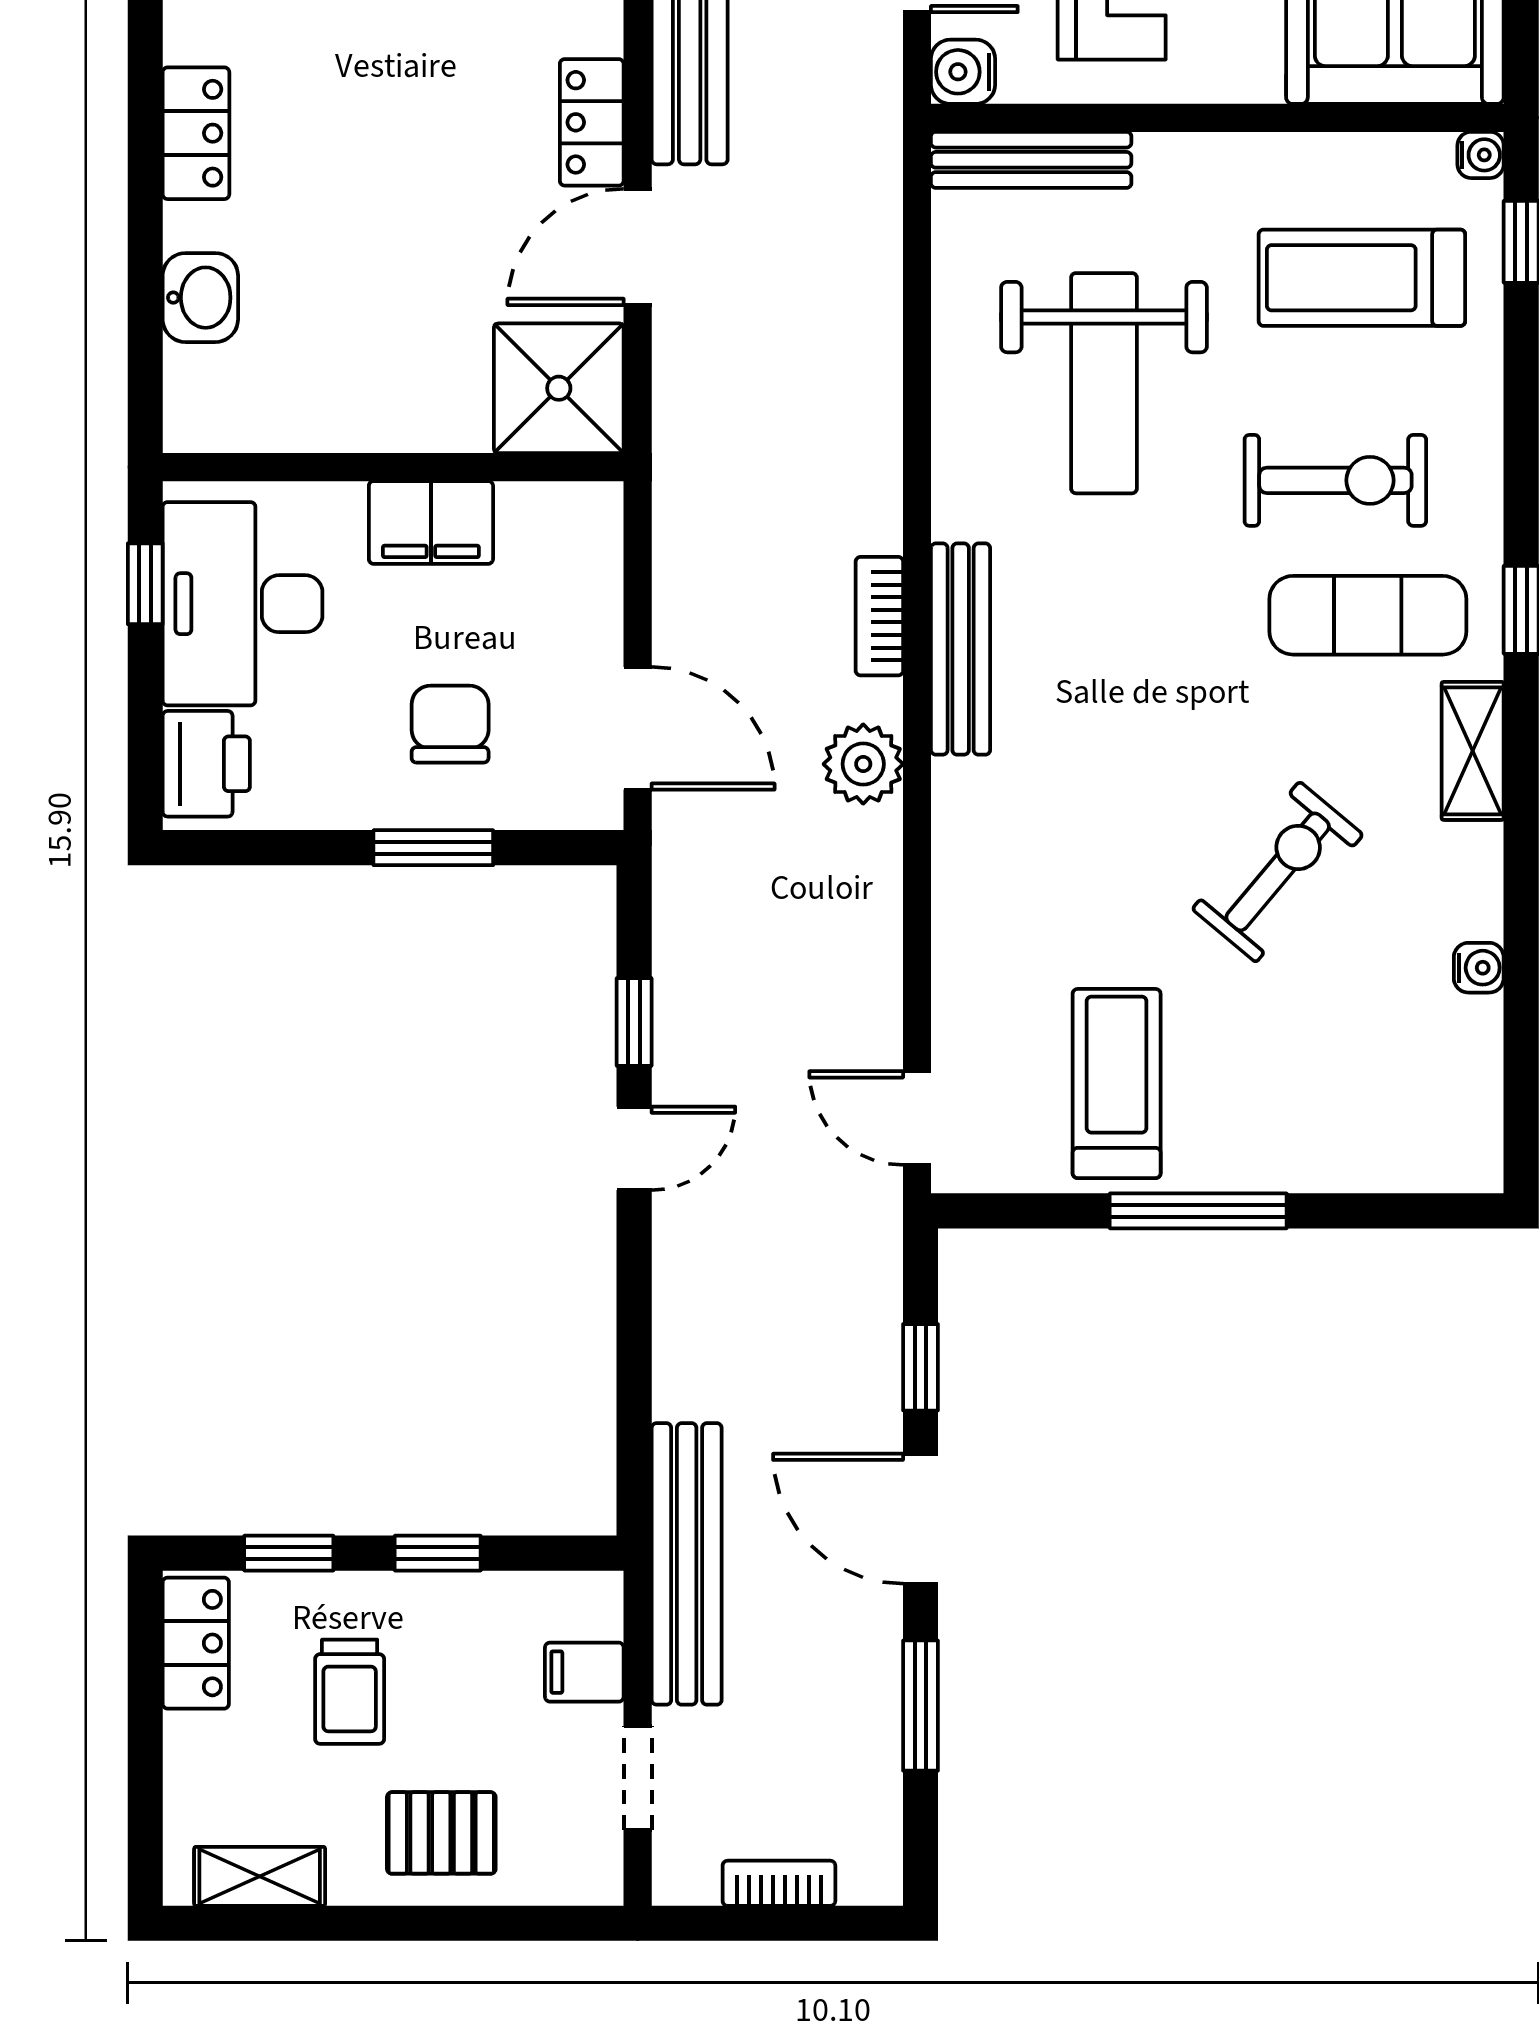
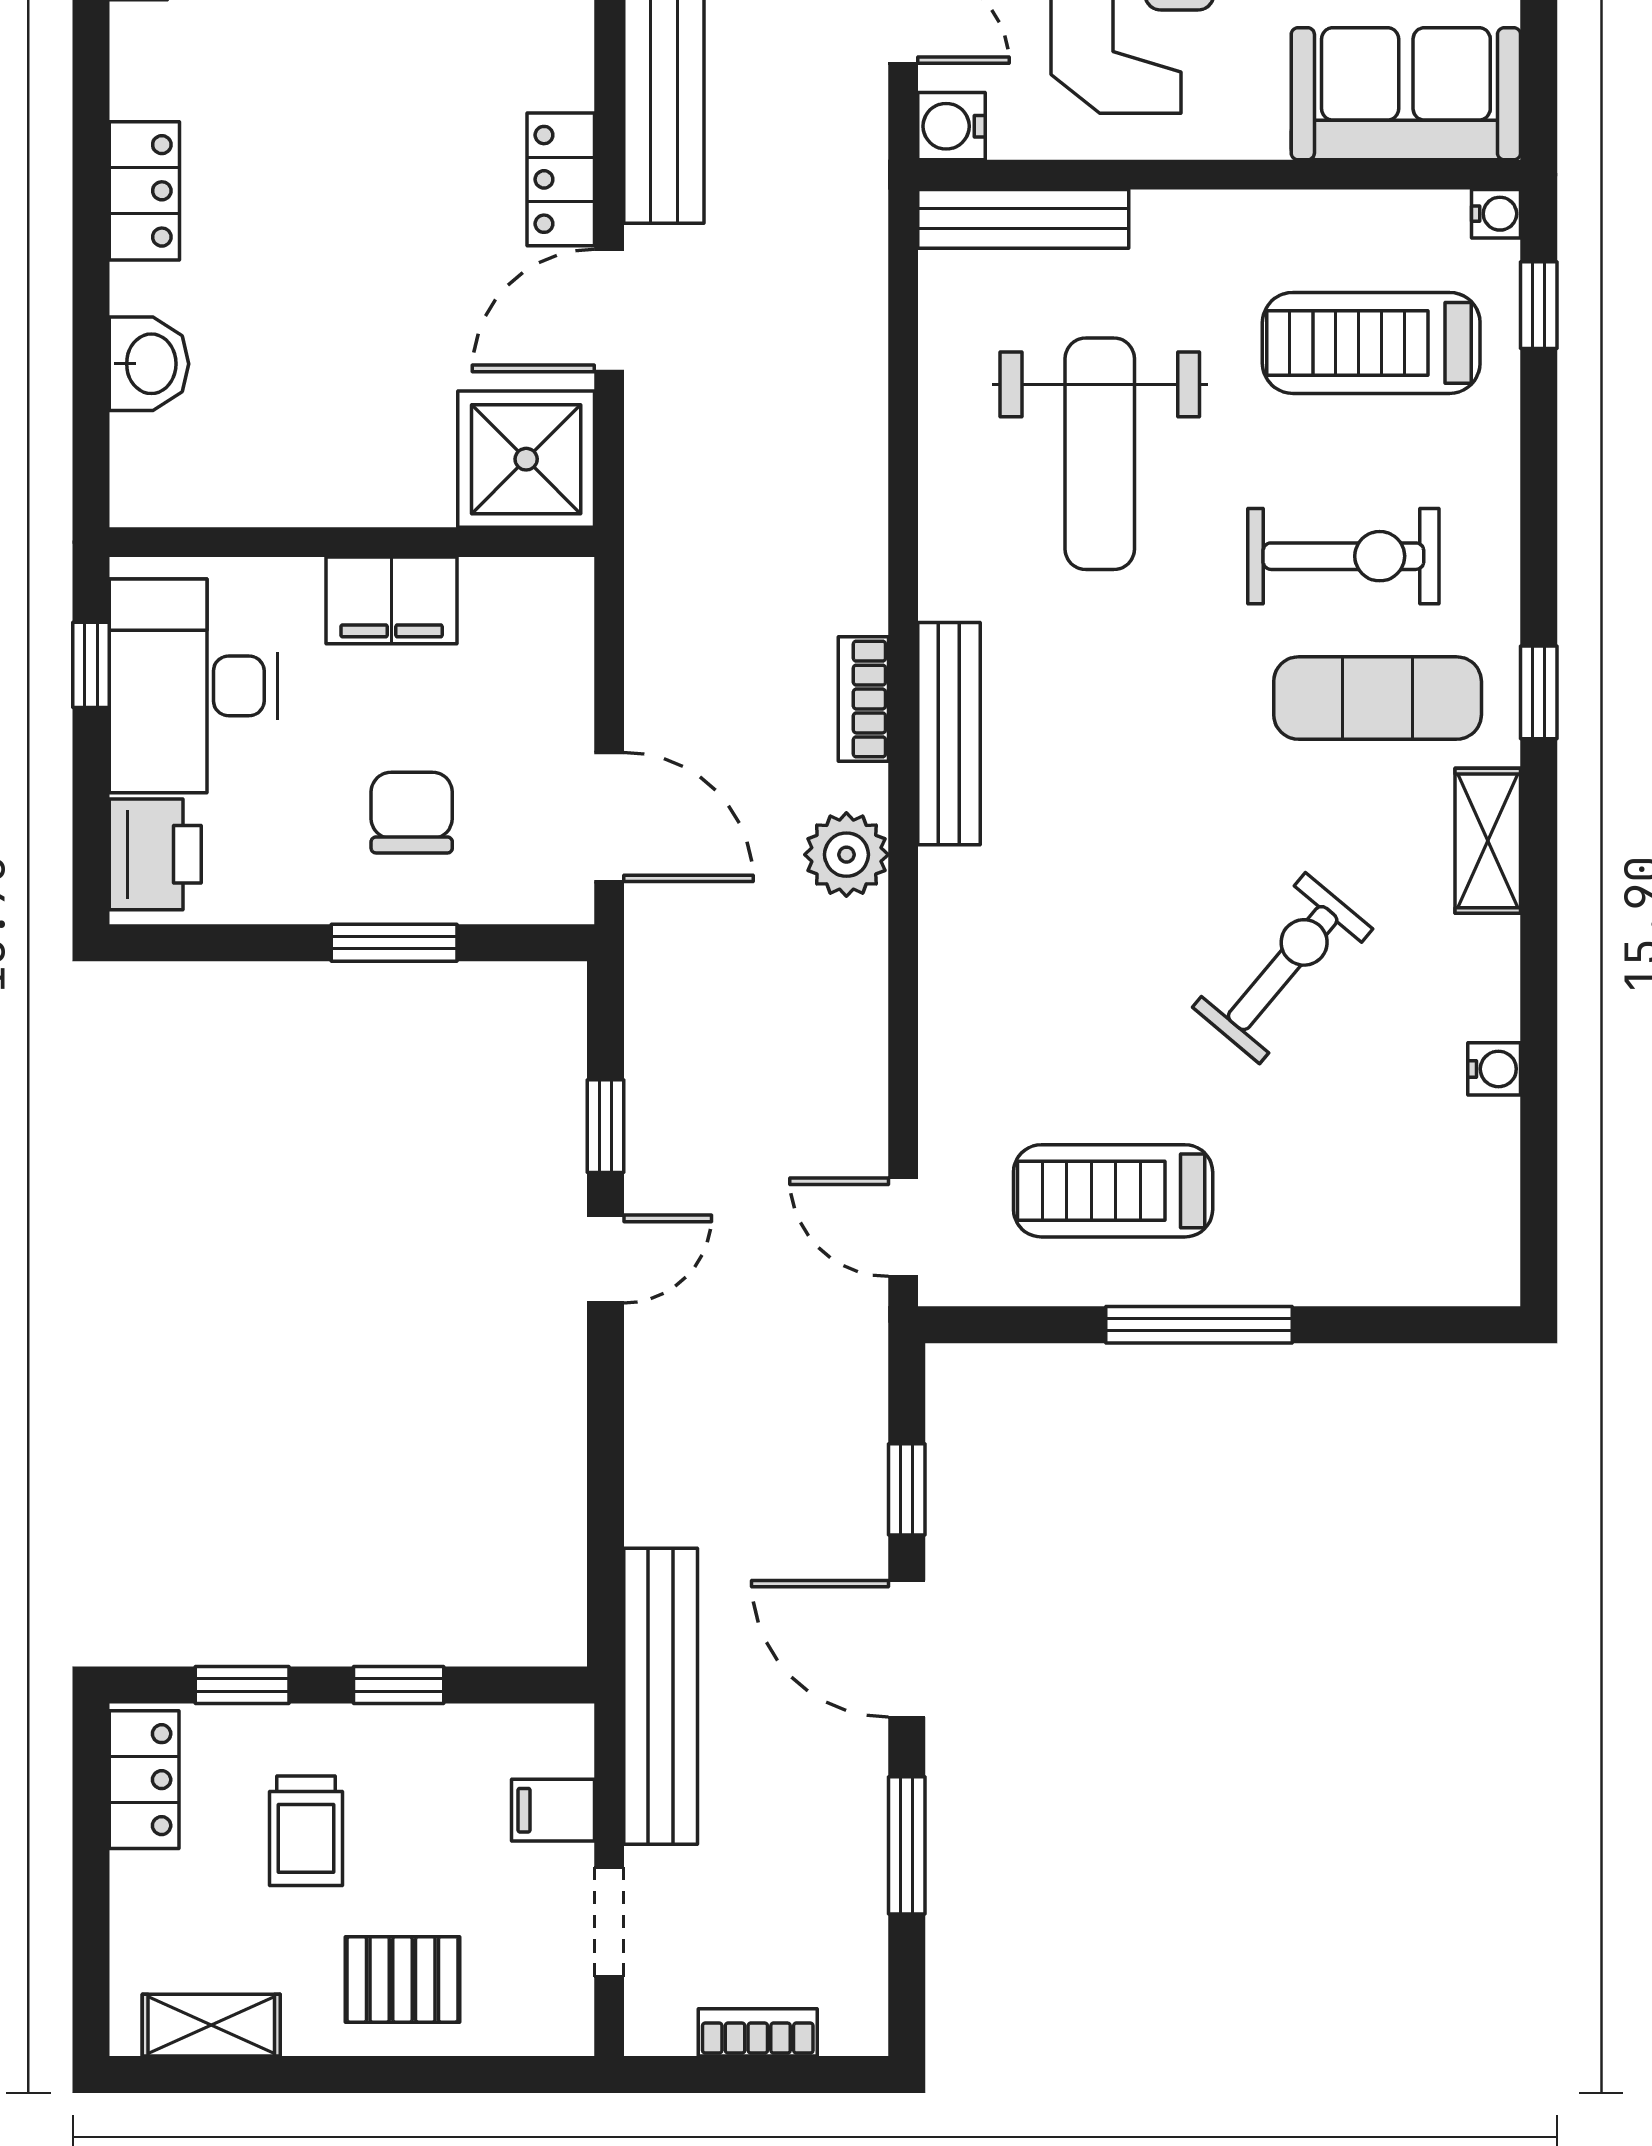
treadmill: (1117, 1083) -> (1113, 1191), turned -90

